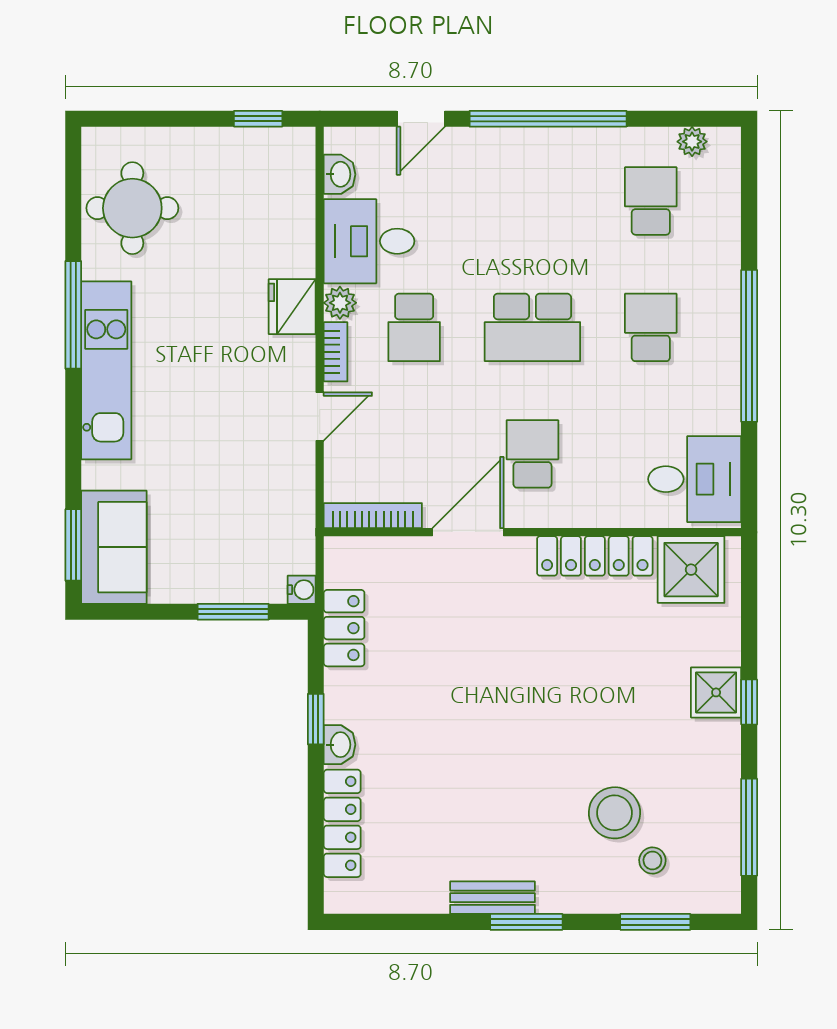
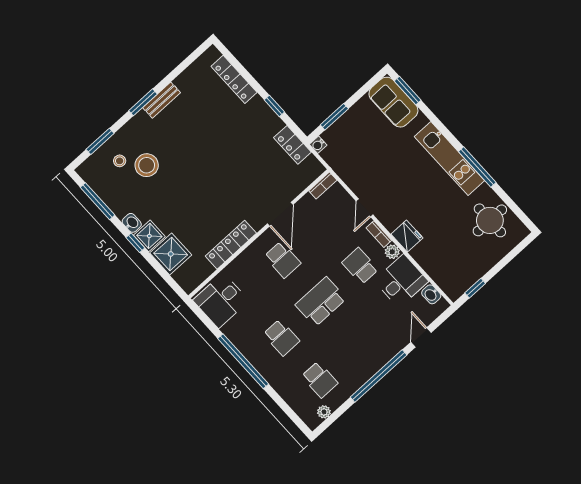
bookcase: (373, 516) -> (323, 186), width x0.64
shower: (691, 570) -> (171, 254), moved
washbasin: (340, 745) -> (132, 223), moved, turned 180

